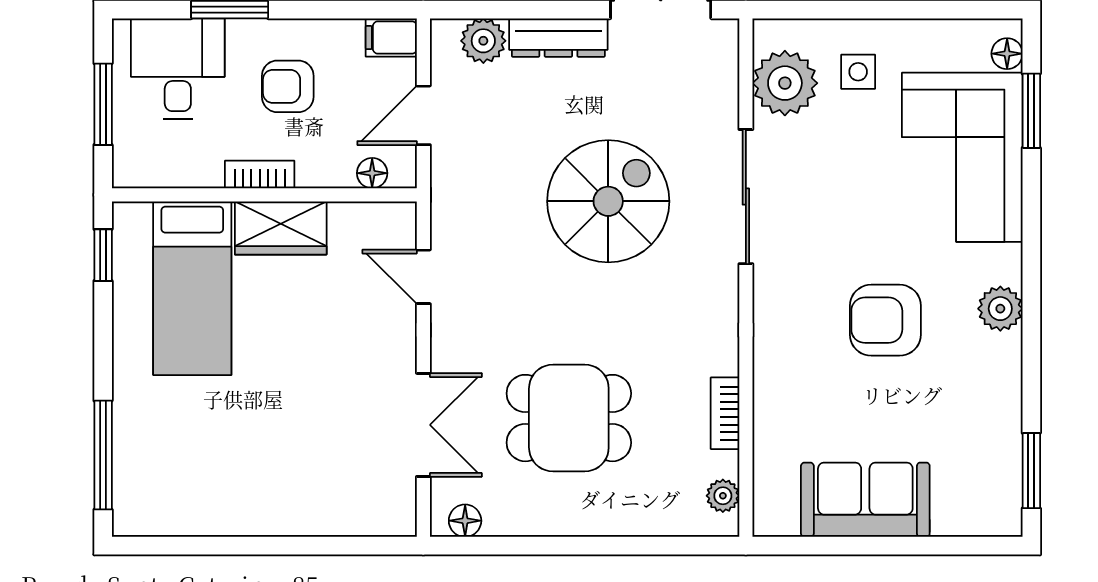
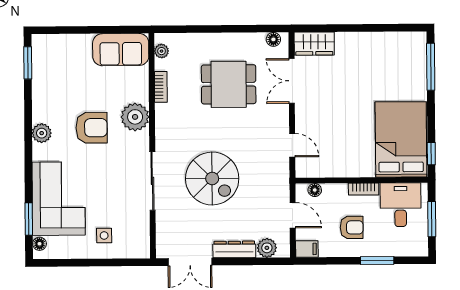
desk: (178, 69) -> (401, 205), moved, turned 180
plant: (785, 83) -> (135, 117), moved
door: (423, 115) -> (293, 215), hinge flipped
spiral stairs: (608, 201) -> (212, 179), turned -90
wardrobe: (281, 228) -> (314, 44), moved, turned 180
bed: (192, 288) -> (401, 139), width x1.50
sofa: (865, 500) -> (121, 50), moved

